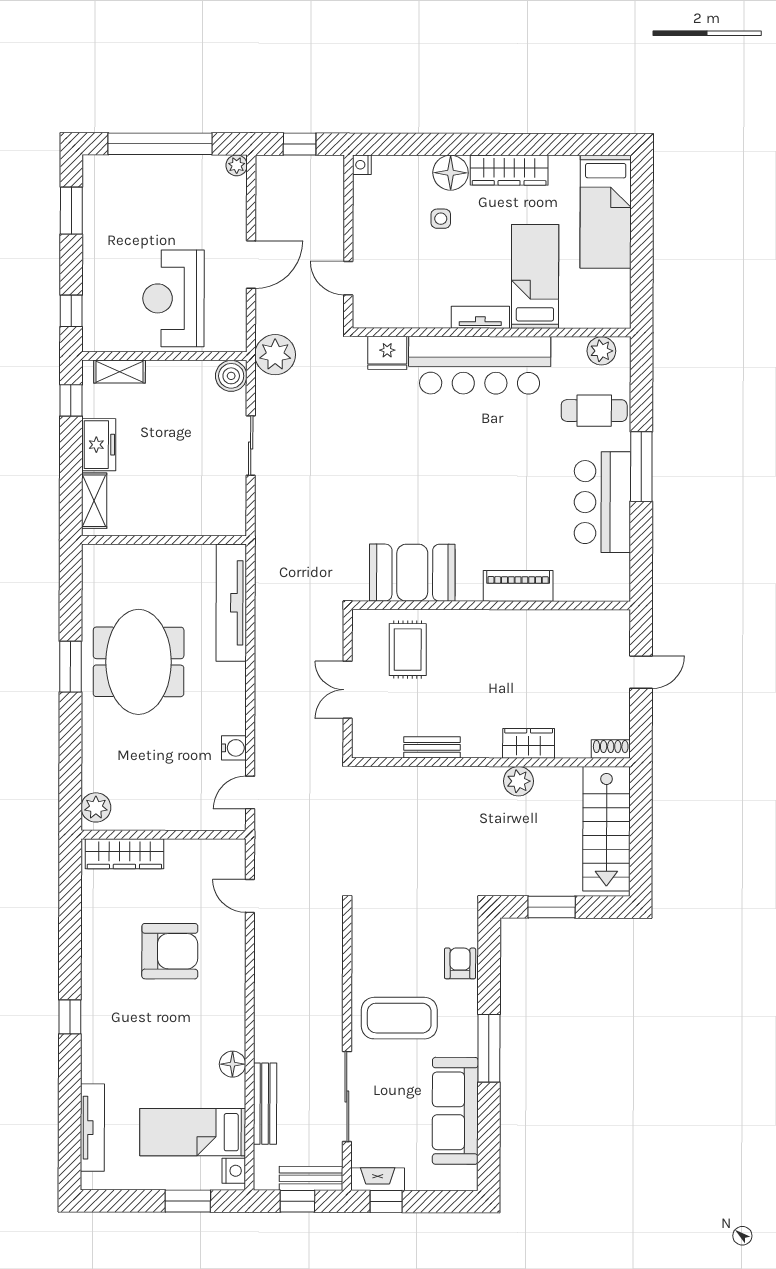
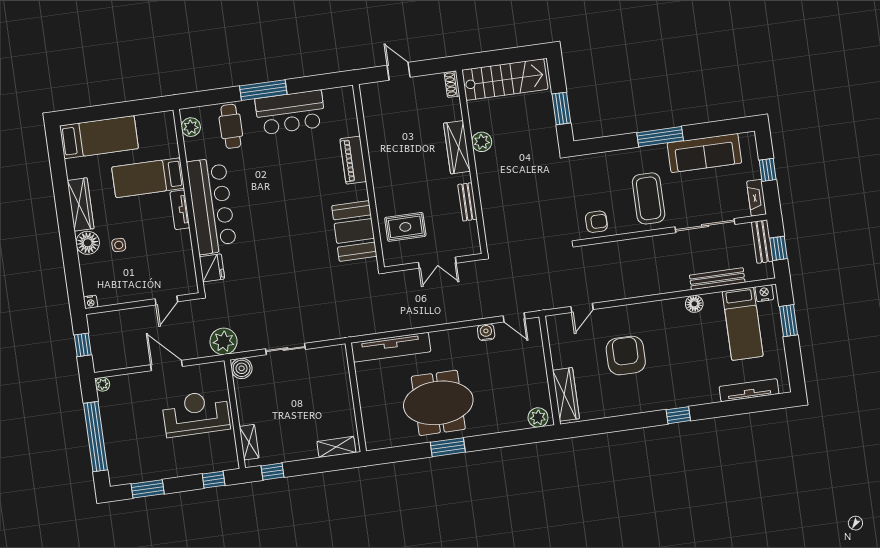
reception desk: (173, 298) -> (196, 414), turned 180
freezer: (99, 445) -> (299, 449), removed
wardrobe: (529, 743) -> (457, 147), width x1.50
armchair: (460, 963) -> (596, 222), moved, turned 180
window: (386, 1201) -> (768, 170), moved

